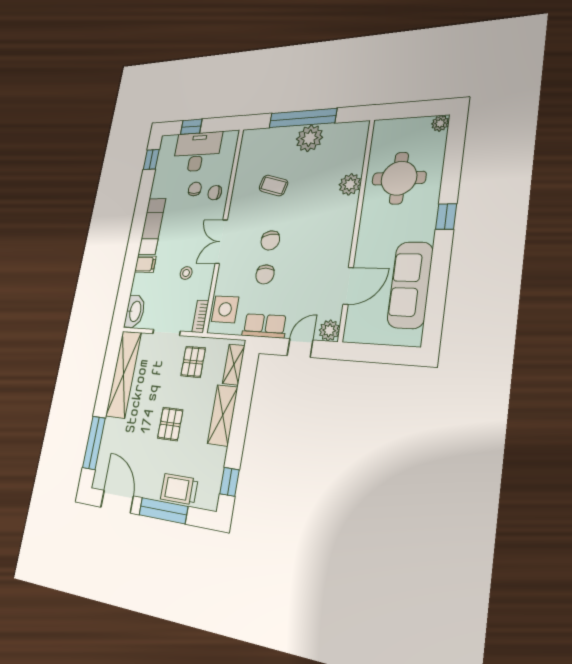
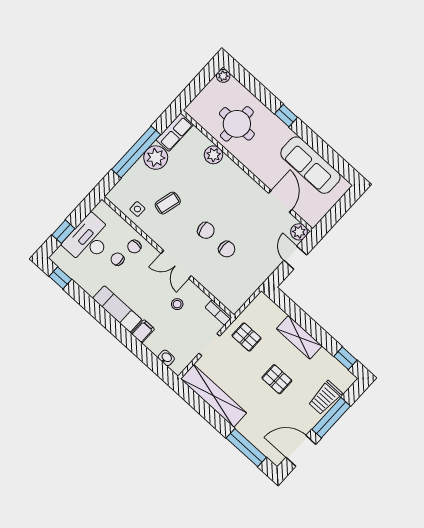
side table: (225, 309) -> (137, 209), moved, width x0.54, depth x0.54
washbasin: (135, 311) -> (166, 358), width x0.52, depth x0.69
row of seats: (264, 326) -> (175, 132), moved, turned 180
shelving: (234, 365) -> (271, 309), removed

